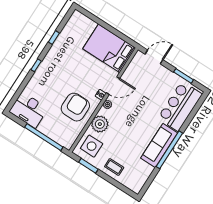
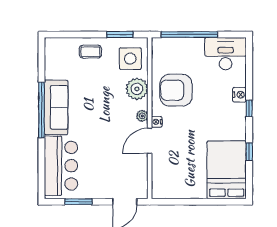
bed: (109, 48) -> (227, 170), moved, turned -90
nightstand: (37, 78) -> (240, 95), added
armchair: (75, 107) -> (176, 90), turned 90

